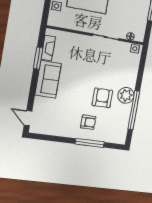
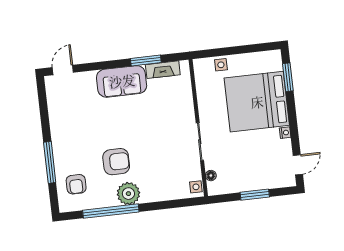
armchair: (88, 122) -> (76, 184), moved

